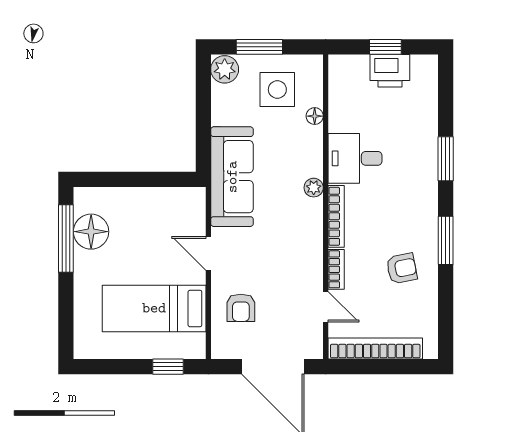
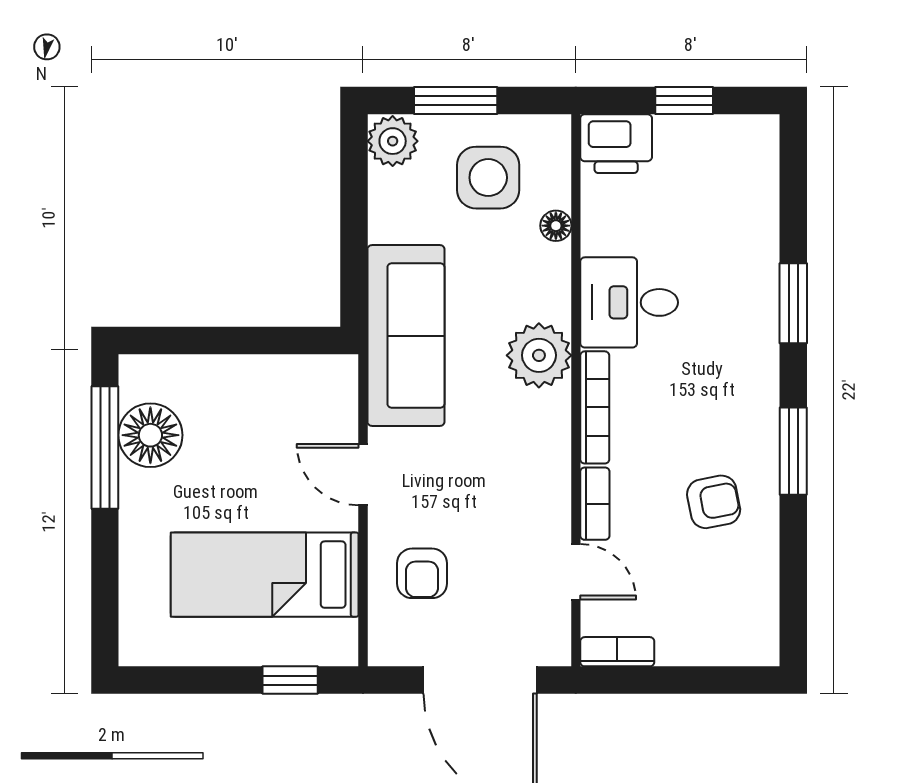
printer: (390, 71) -> (616, 144), moved
plant: (314, 188) -> (539, 355), width x1.88, depth x1.88
bookcase: (375, 348) -> (617, 652), width x0.43, depth x0.76

